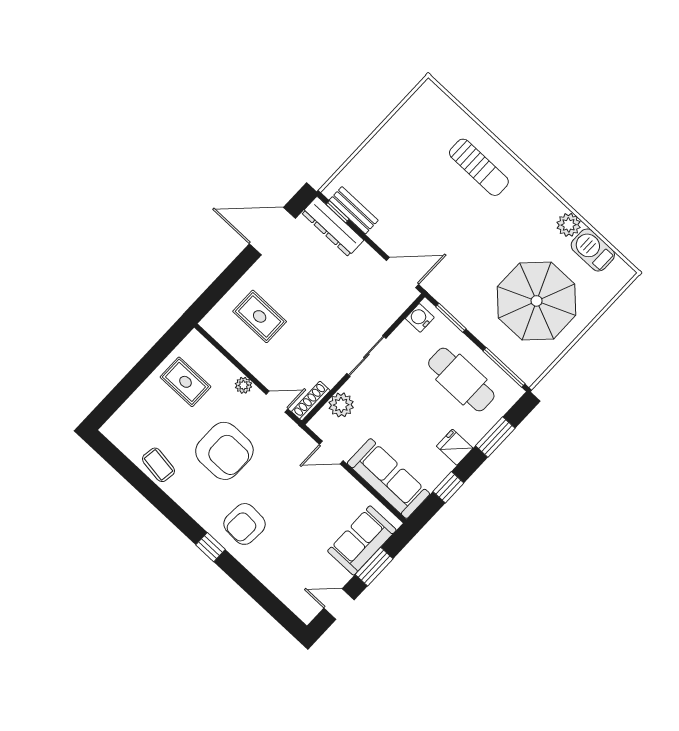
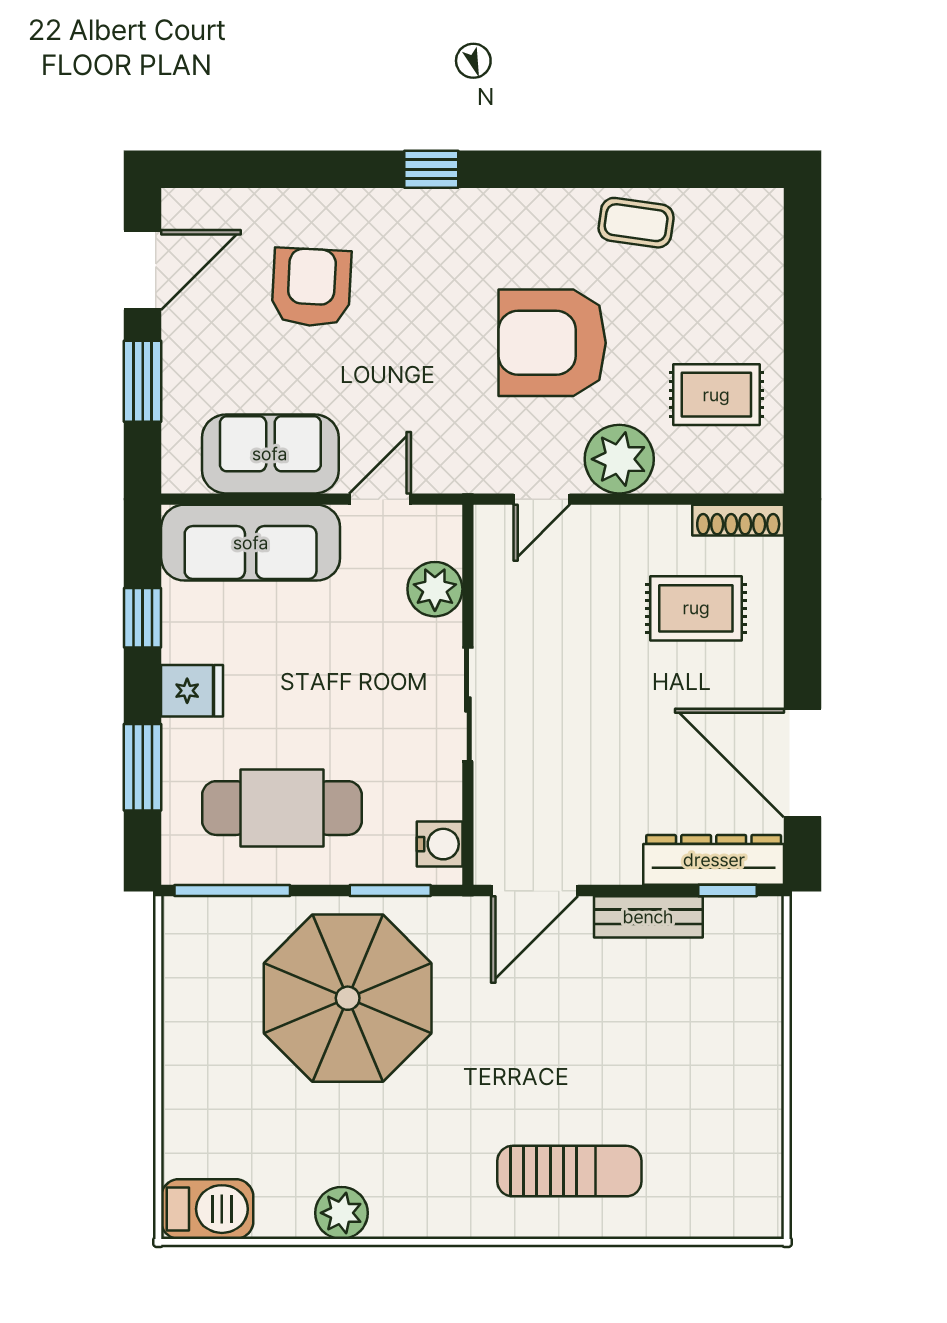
sun lounger: (479, 167) -> (569, 1171), turned 180
bench: (354, 210) -> (648, 917), moved
door: (272, 231) -> (802, 763), swing flipped
barbecue: (593, 250) -> (207, 1209), moved
parasol: (537, 301) -> (348, 998), moved
plant: (243, 385) -> (619, 459), width x1.88, depth x1.88
shoe rack: (311, 401) -> (738, 520), moved, turned 90
armchair: (245, 524) -> (311, 287), moved
sofa: (362, 540) -> (270, 454), moved, turned -90
door: (339, 604) -> (143, 270), width x1.38

